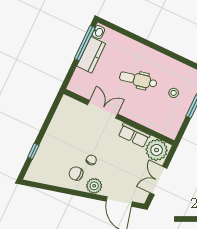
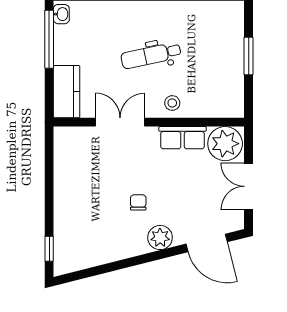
kitchen counter: (91, 55) -> (67, 92), moved
stool: (174, 93) -> (172, 103), moved
window: (33, 151) -> (49, 249), moved
chair: (76, 174) -> (126, 232), removed

